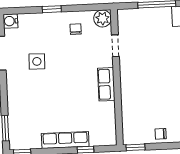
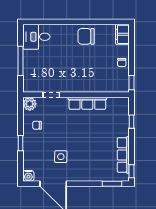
row of seats: (106, 84) -> (87, 103), width x1.48
row of seats: (65, 140) -> (123, 155), moved

